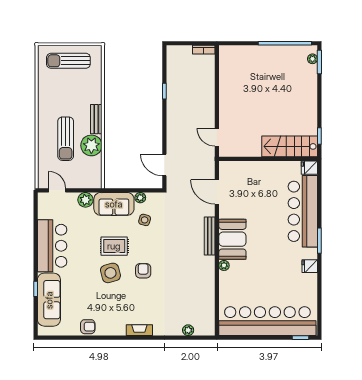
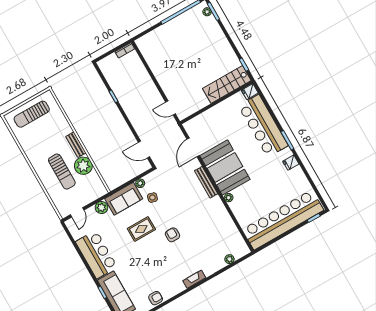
door: (57, 190) -> (77, 212), swing flipped
door: (217, 192) -> (193, 147), hinge flipped
booth: (232, 239) -> (225, 167), width x1.36, depth x1.42
side table: (110, 273) -> (150, 250), removed

